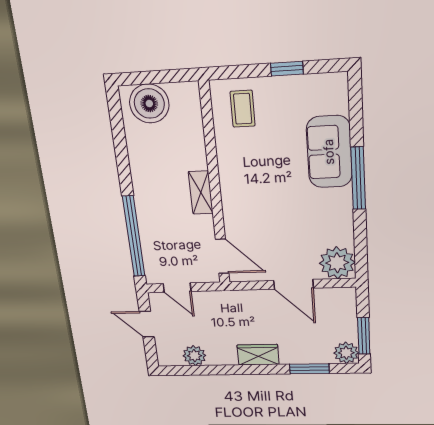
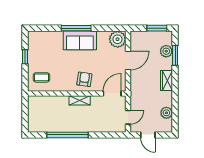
boiler: (149, 103) -> (37, 119), removed
sofa: (329, 152) -> (80, 40), moved
armchair: (247, 200) -> (84, 79), added
window: (134, 237) -> (68, 135), moved
door: (147, 324) -> (148, 135), hinge flipped
plant: (346, 353) -> (166, 51), moved

